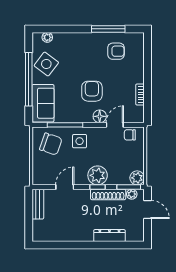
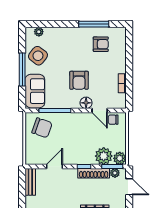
window: (29, 79) -> (22, 69), width x0.68
armchair: (92, 91) -> (79, 80), turned 180
door: (115, 125) -> (100, 111), swing flipped
side table: (80, 141) -> (68, 125), removed
plant: (98, 175) -> (104, 156), moved

